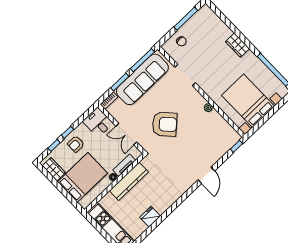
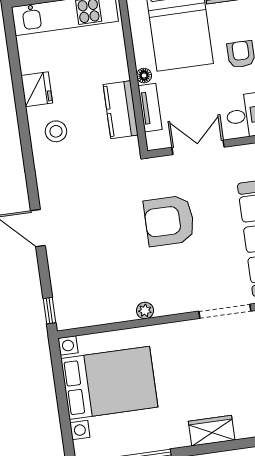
armchair: (165, 124) -> (169, 221), turned 43
kitchen counter: (129, 181) -> (121, 110), width x0.67
stool: (162, 197) -> (56, 131), added

